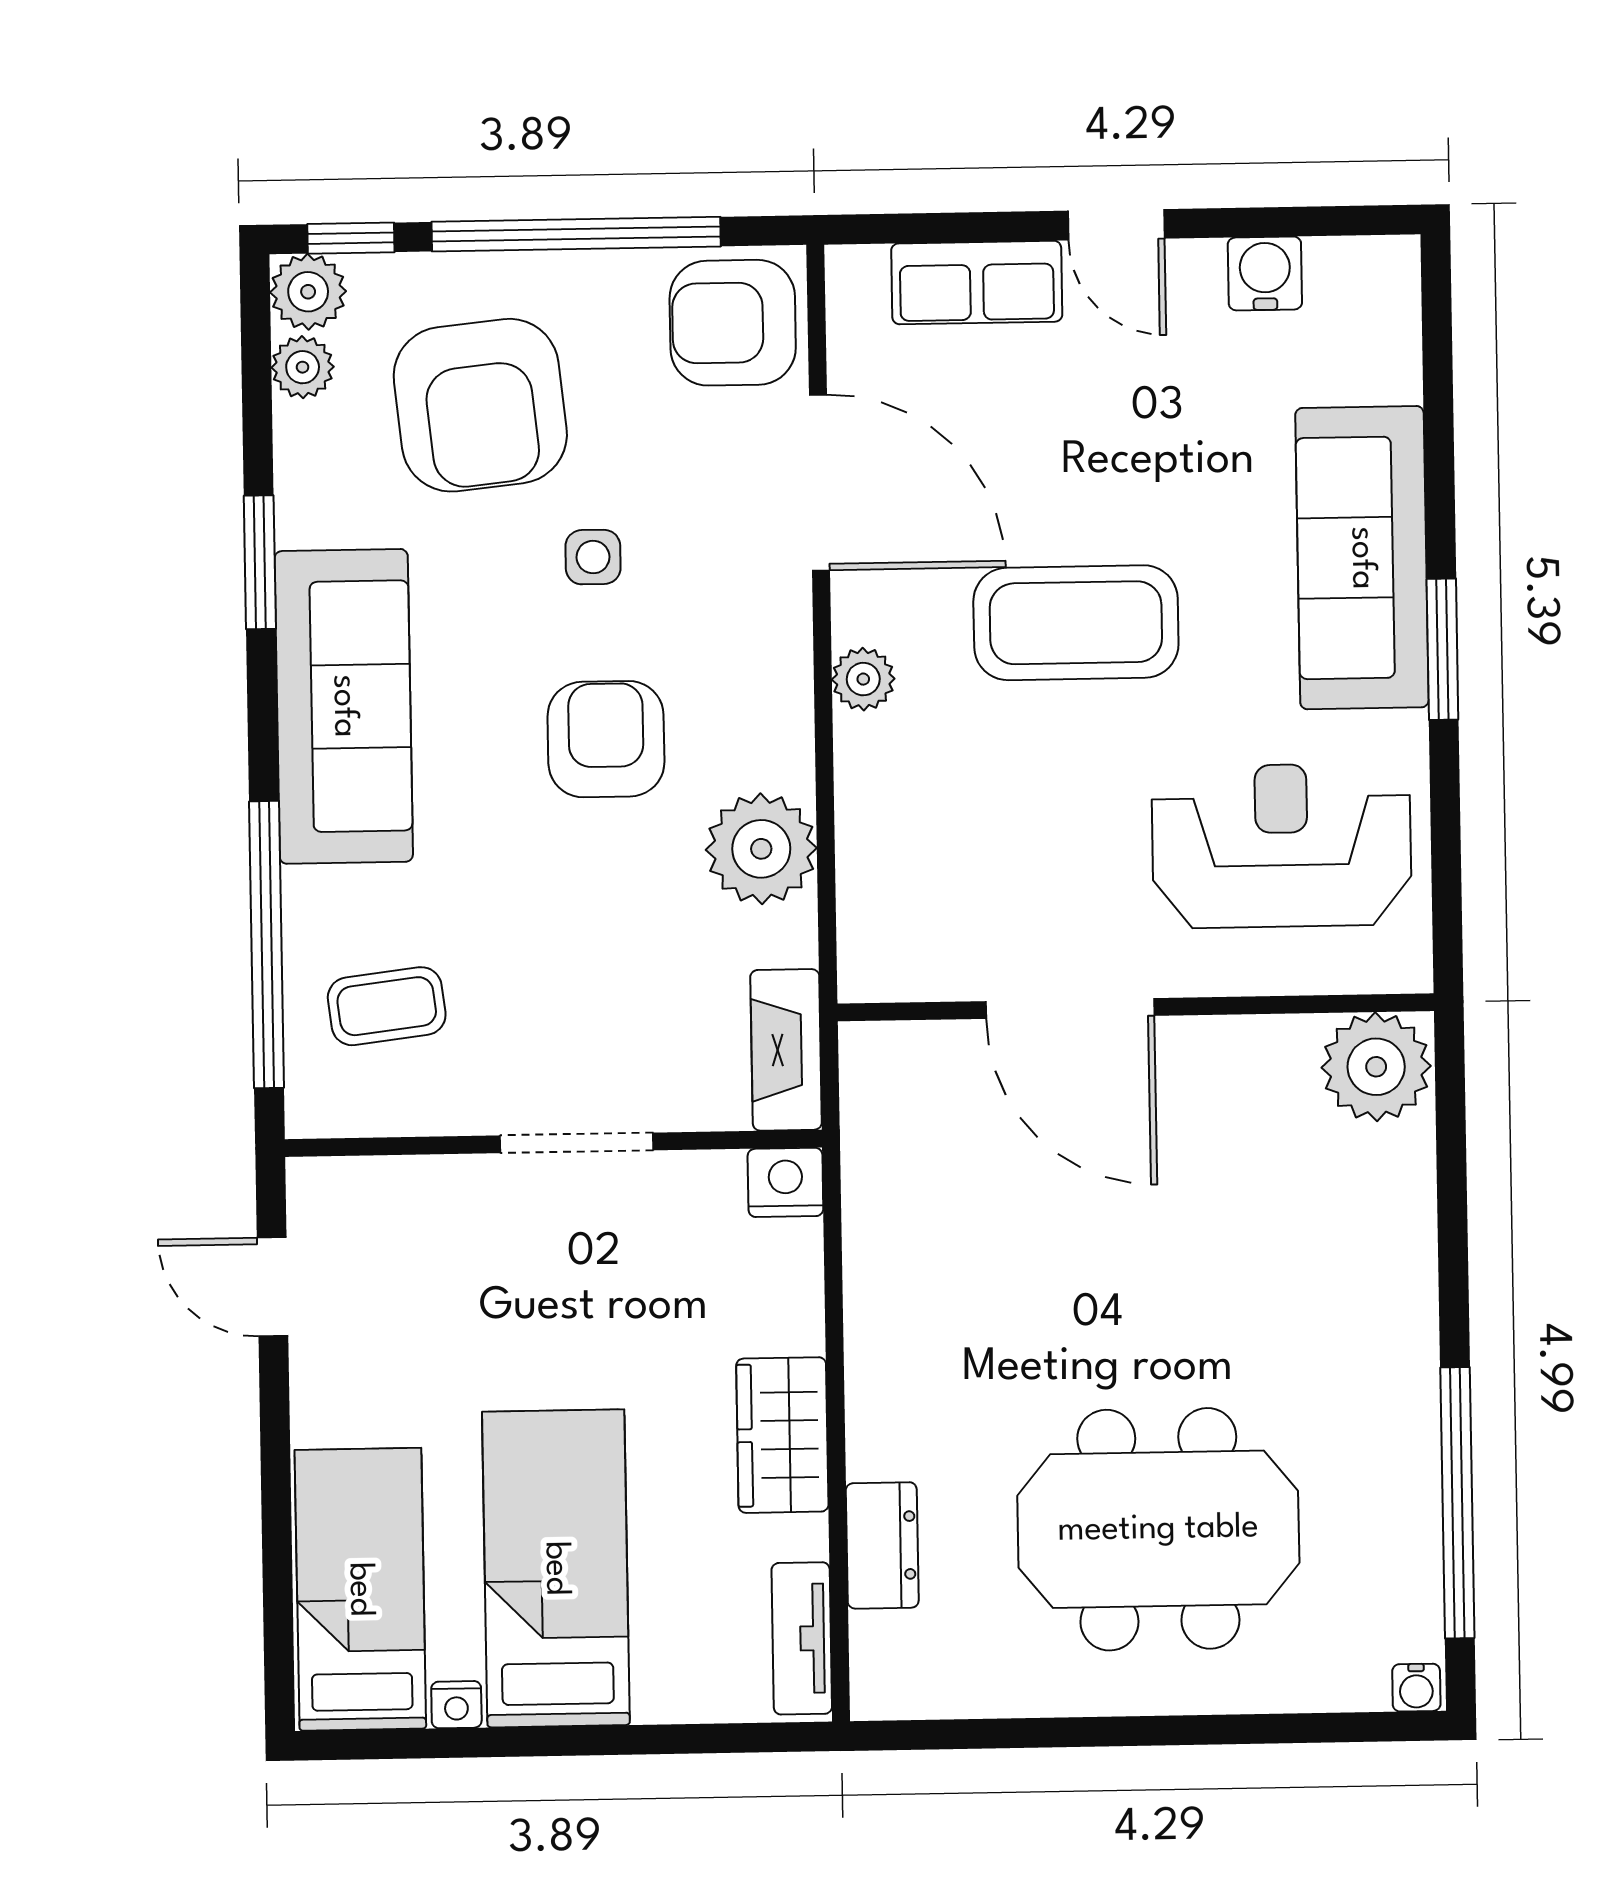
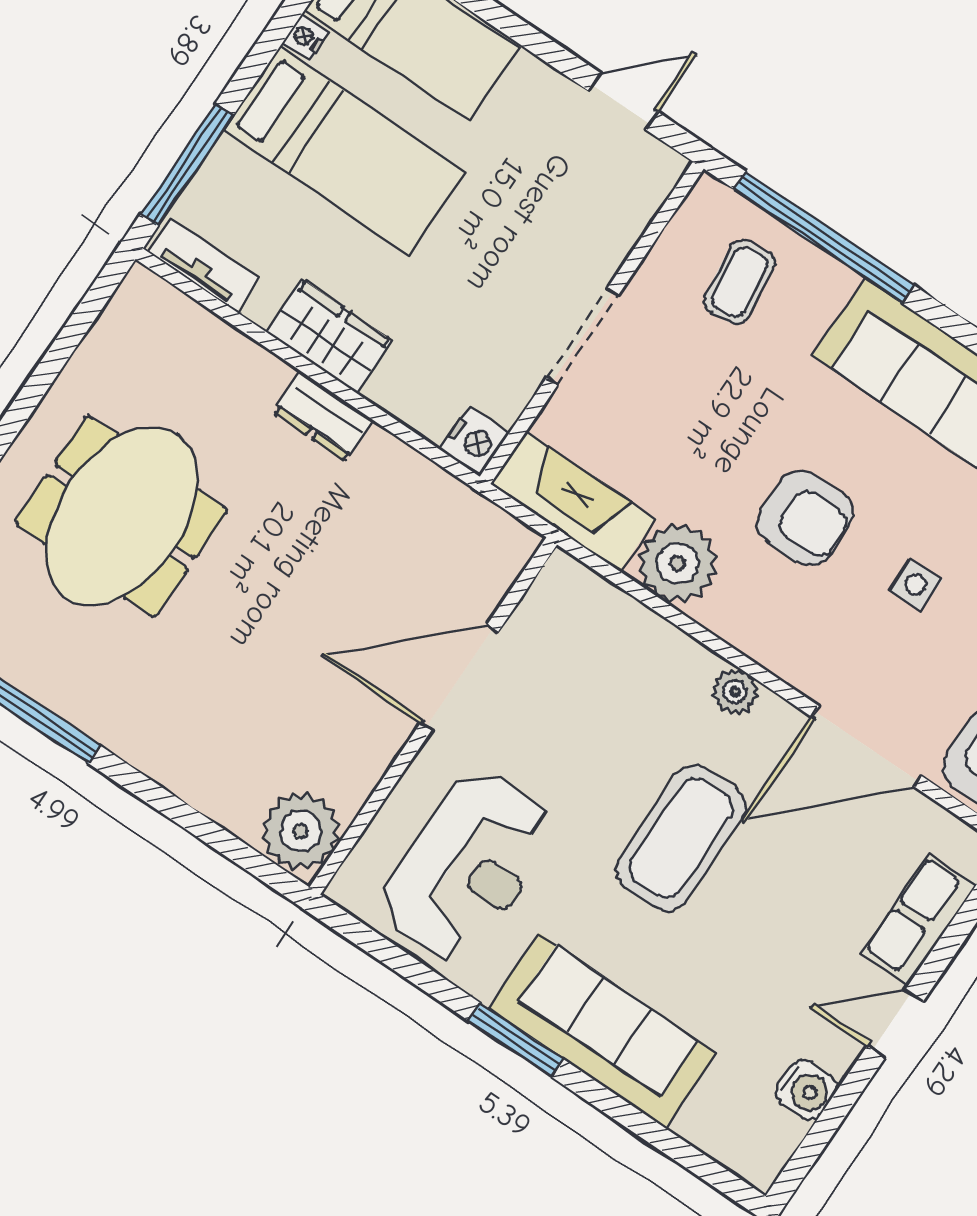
fireplace: (786, 1050) -> (573, 501), width x1.37, depth x1.32
dresser: (882, 1545) -> (323, 416), moved
window: (700, 1739) -> (187, 165), added

